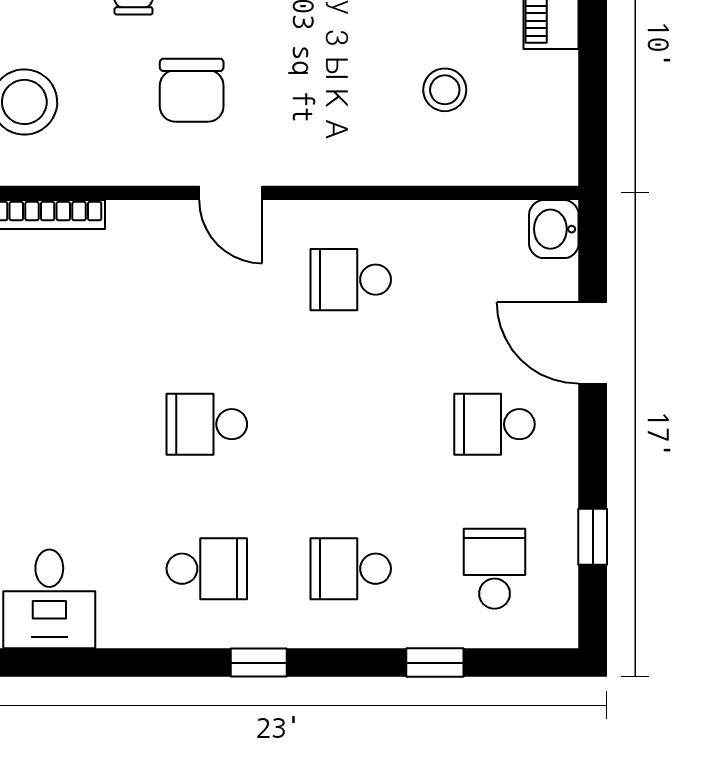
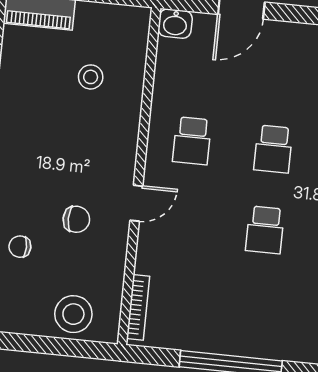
chair: (192, 90) -> (76, 219), width x0.73, depth x0.73
school desk: (495, 424) -> (273, 149), moved

